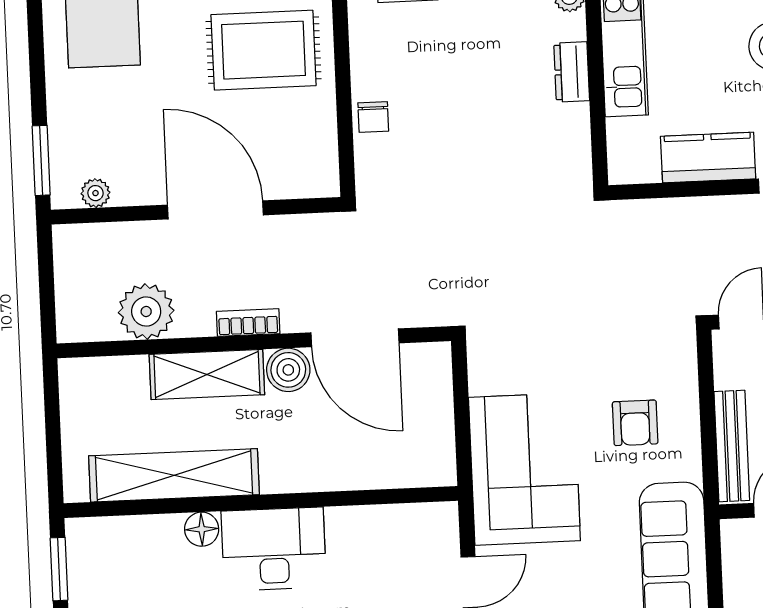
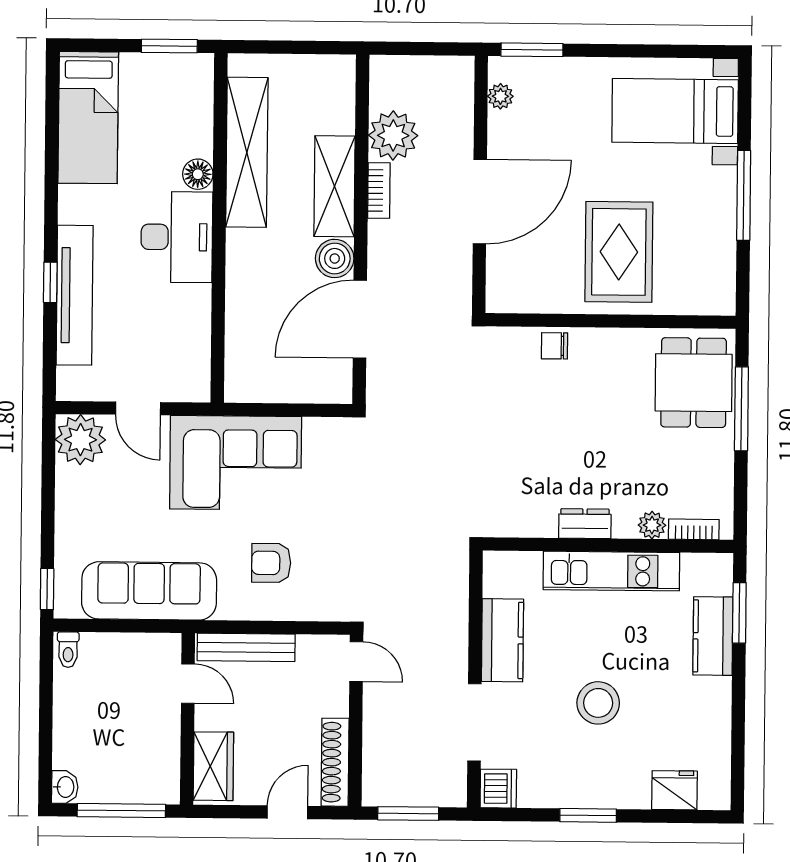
bookcase: (248, 323) -> (379, 190), moved

